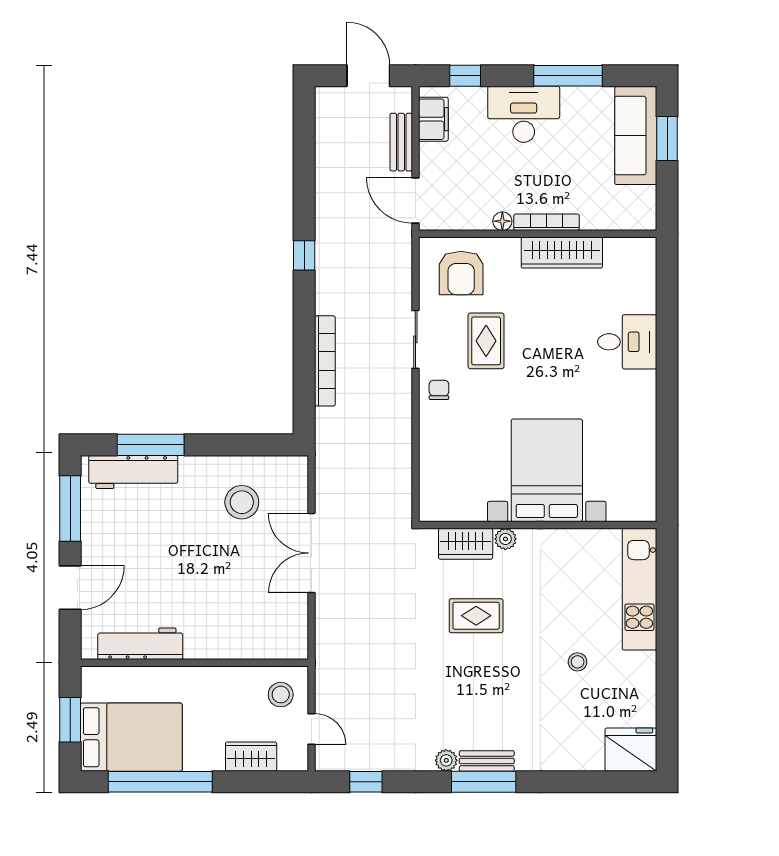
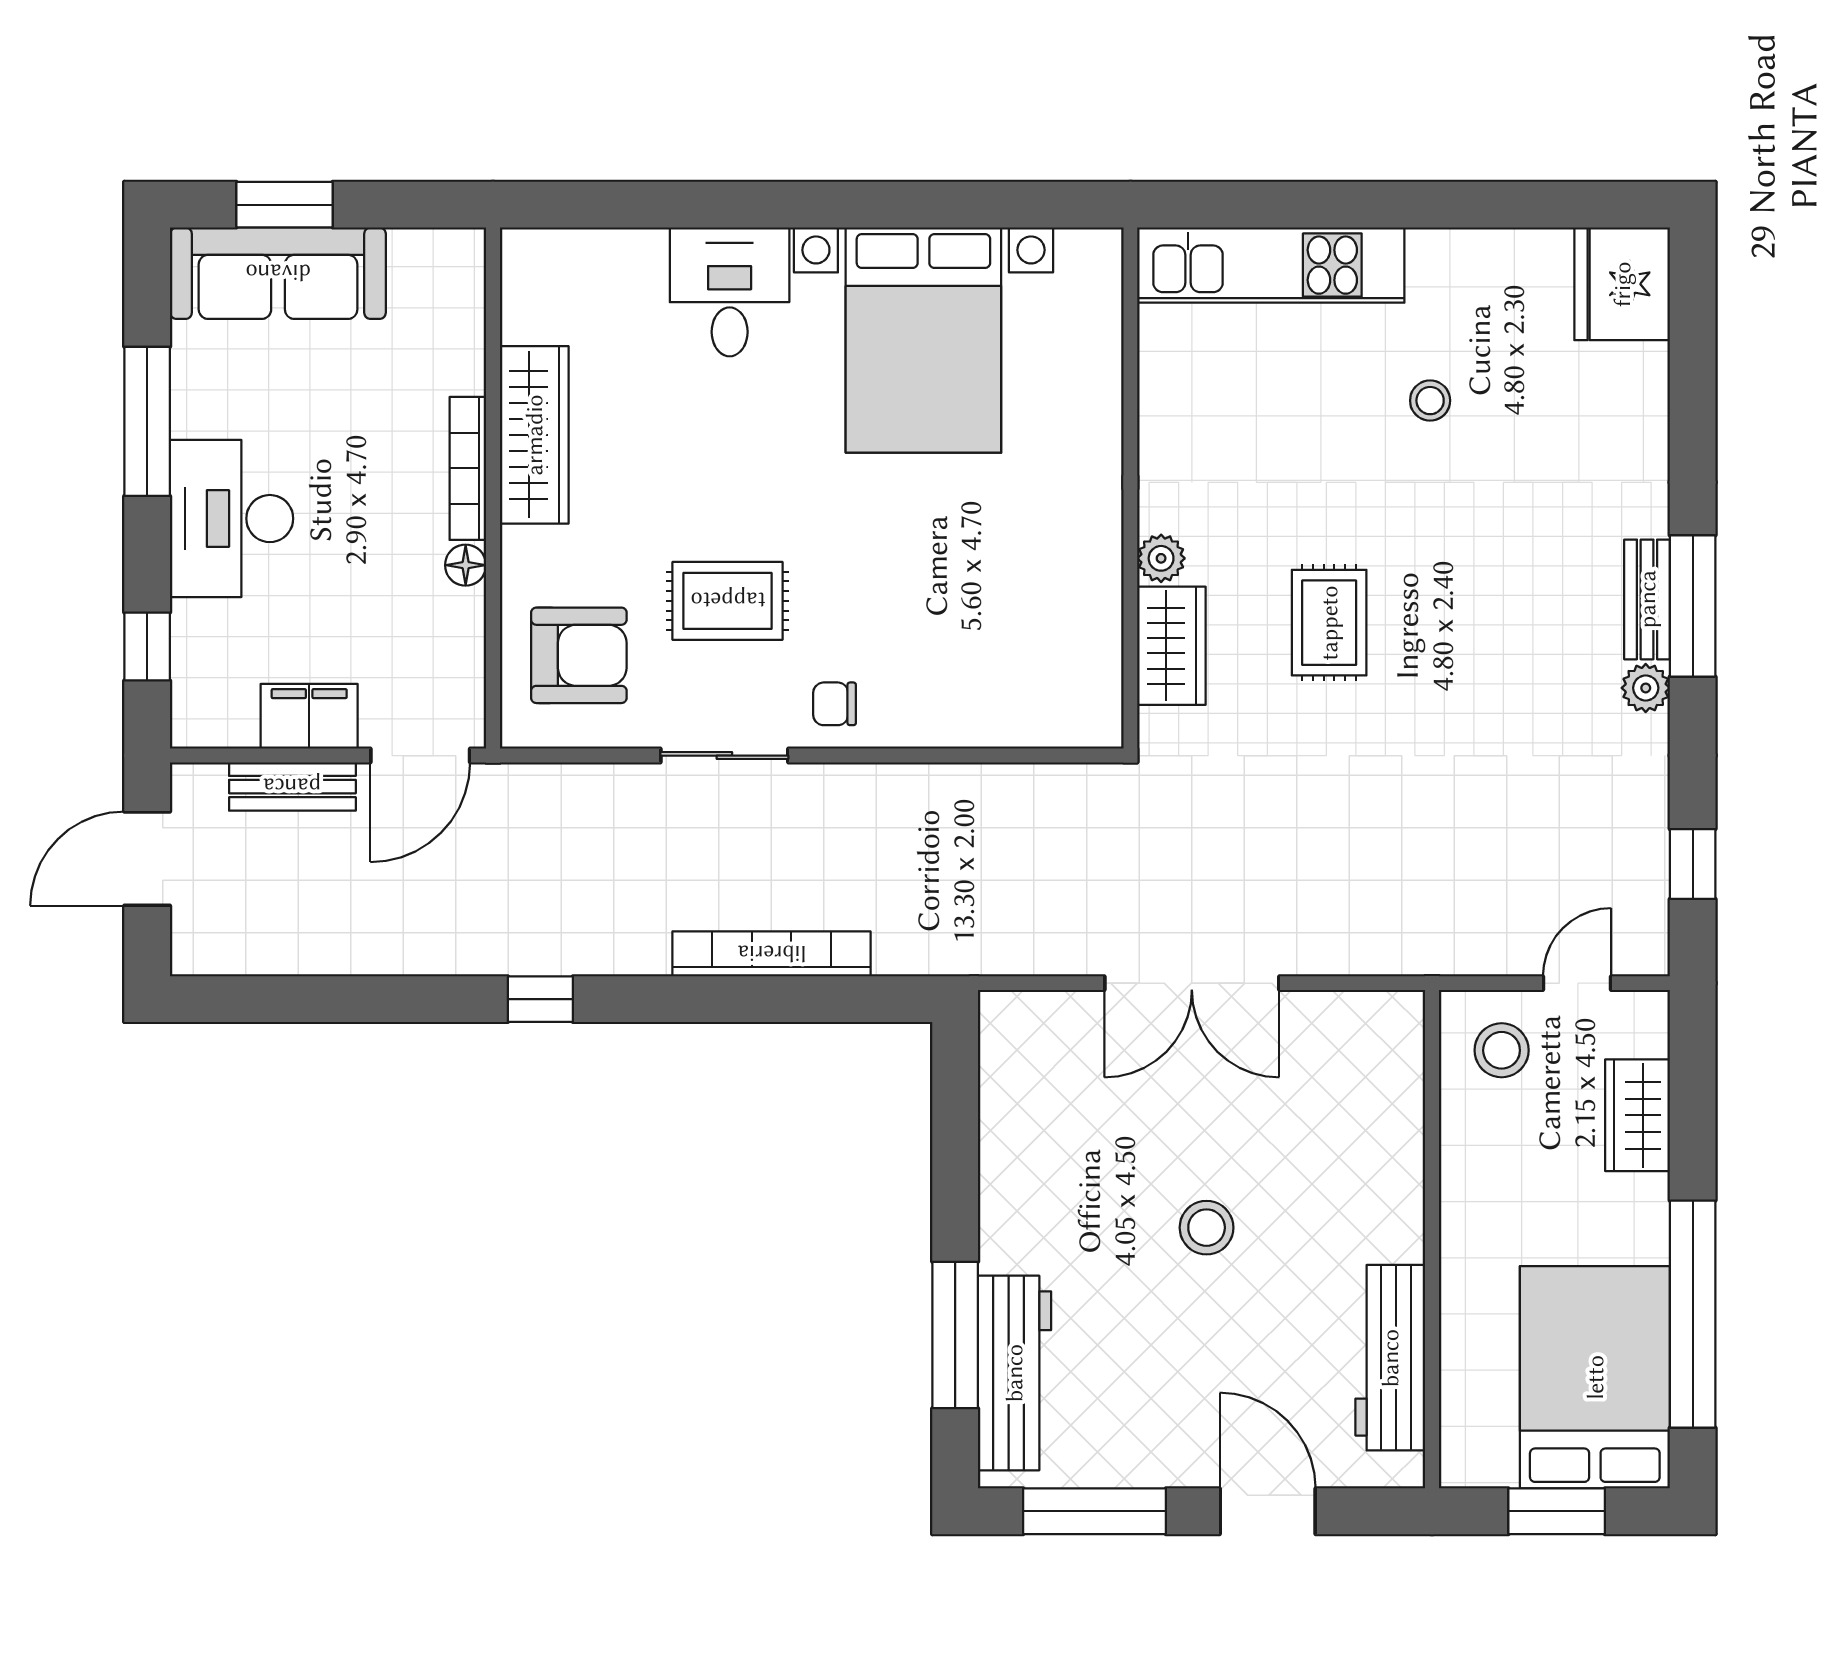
filing cabinet: (433, 119) -> (309, 716), moved
bed with nightstands: (547, 470) -> (923, 340), moved, turned -90
stool: (242, 502) -> (1207, 1228), moved, width x0.73, depth x0.73

